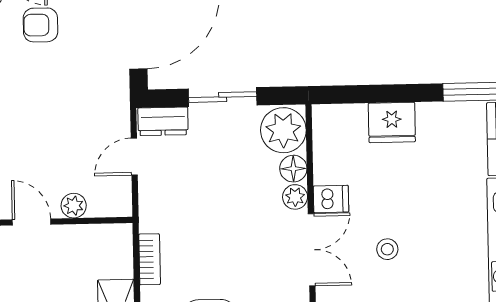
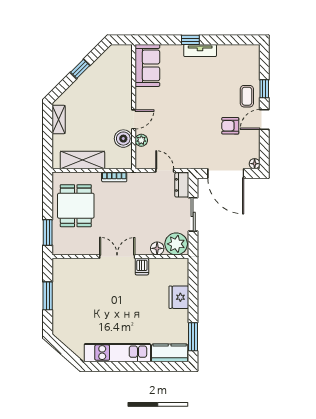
armchair: (40, 25) -> (230, 126), turned -90
plant: (295, 197) -> (143, 249), removed
boiler: (71, 242) -> (123, 139), added
stool: (387, 249) -> (117, 294), removed
double door: (312, 250) -> (117, 257), swing flipped

